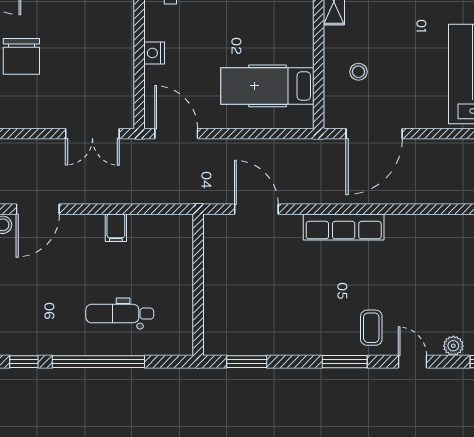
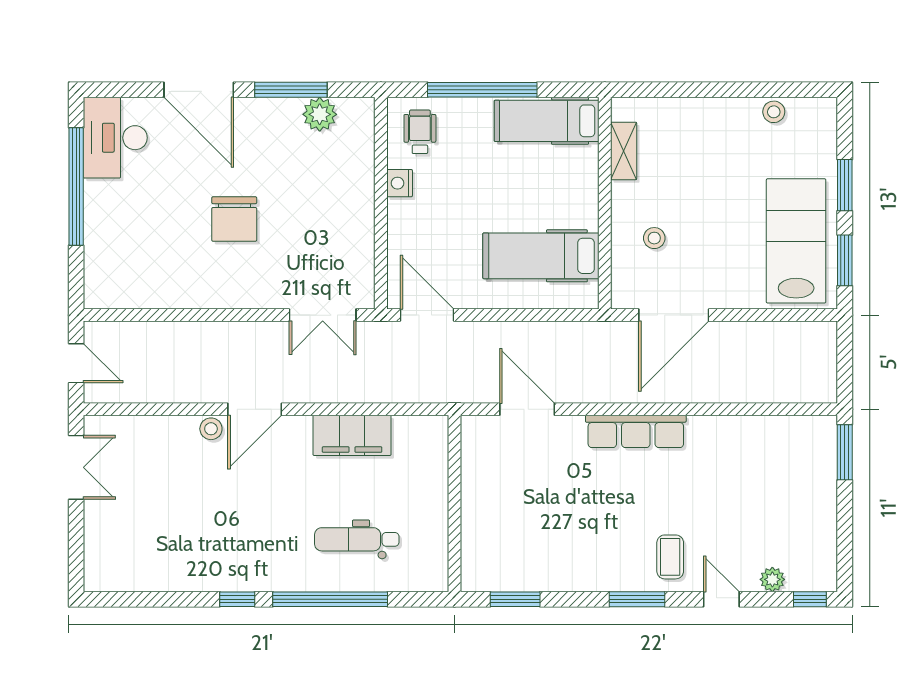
nightstand: (154, 53) -> (400, 183), moved
filing cabinet: (116, 228) -> (352, 435), width x3.00, depth x1.17

